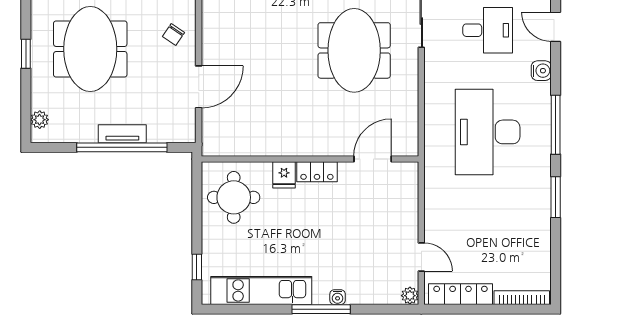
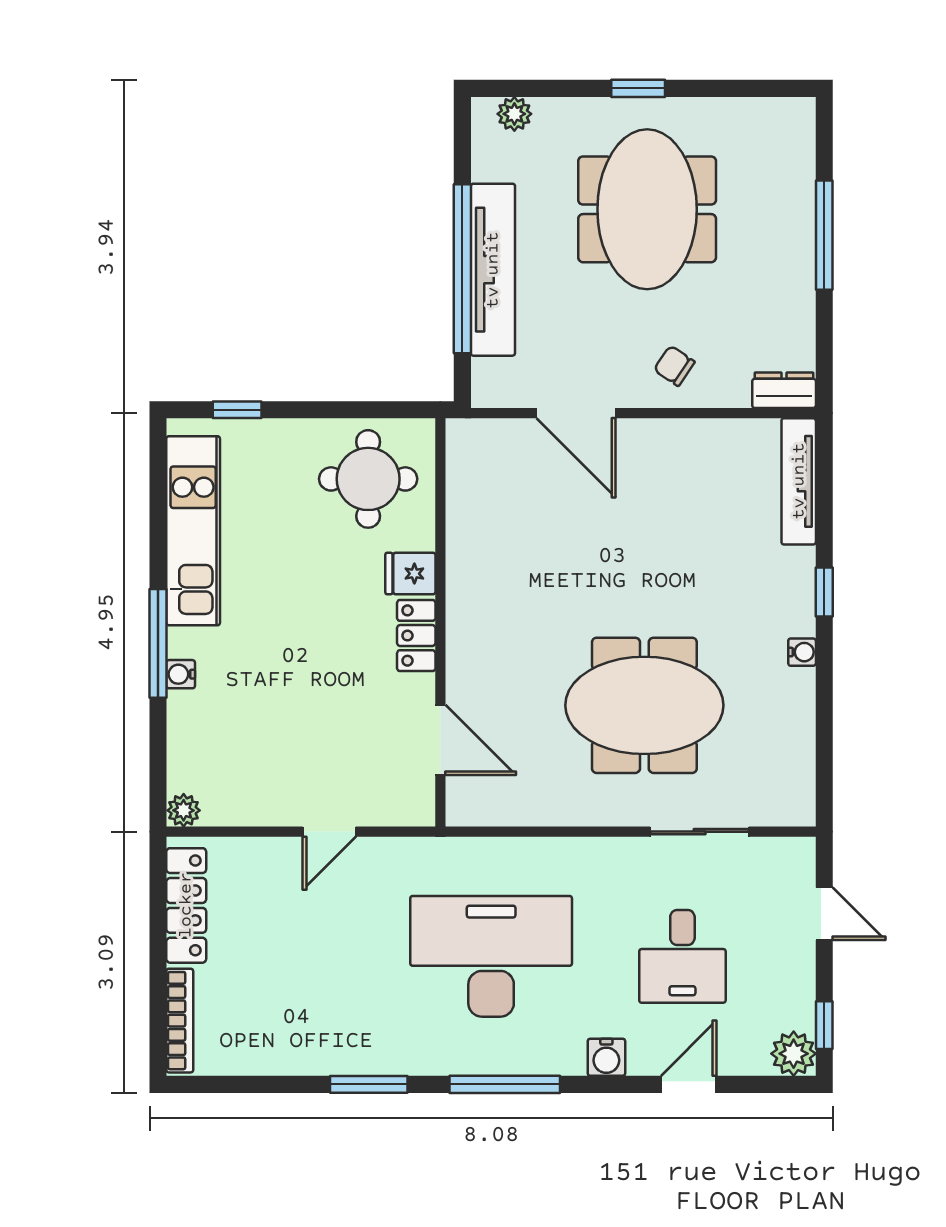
meeting table: (90, 49) -> (647, 209), turned 90
tv unit: (122, 134) -> (493, 270), width x1.92, depth x1.29
door: (421, 257) -> (329, 832), moved

